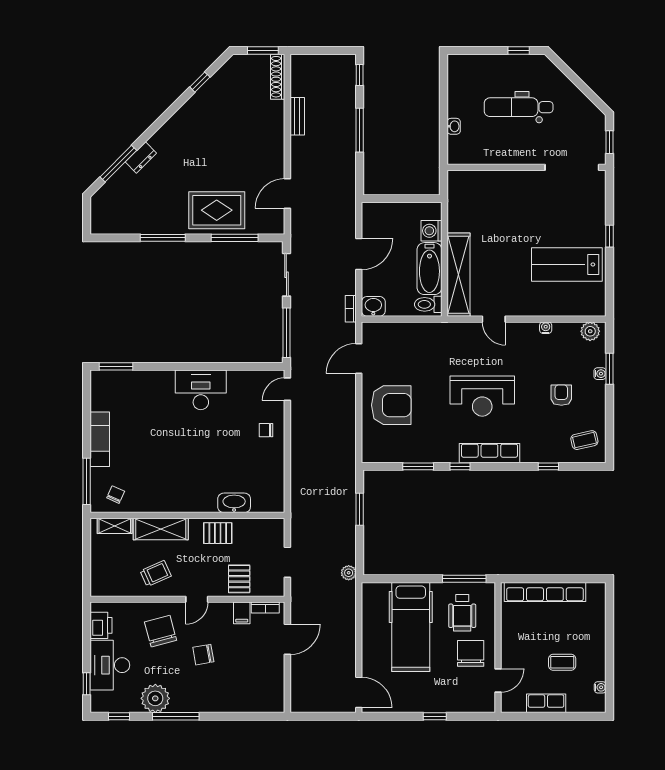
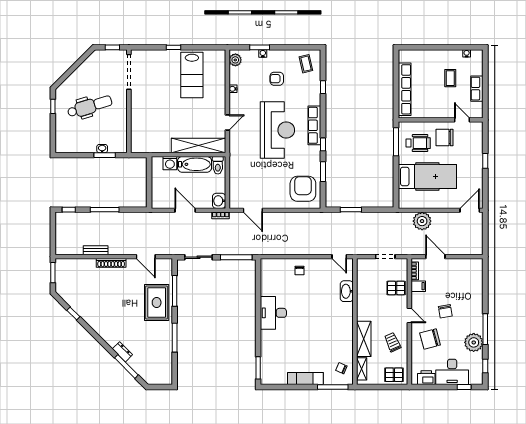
shoe rack: (278, 77) -> (111, 263), moved
dental chair: (519, 107) -> (90, 106), turned -107
window: (444, 130) -> (105, 155), added
door: (287, 389) -> (339, 257), moved
reception desk: (482, 396) -> (277, 130), width x1.36, depth x1.30
armchair: (391, 405) -> (303, 189), moved
pallet: (218, 533) -> (394, 375), moved, turned 90
plant: (349, 573) -> (422, 221), moved, width x1.88, depth x1.88

